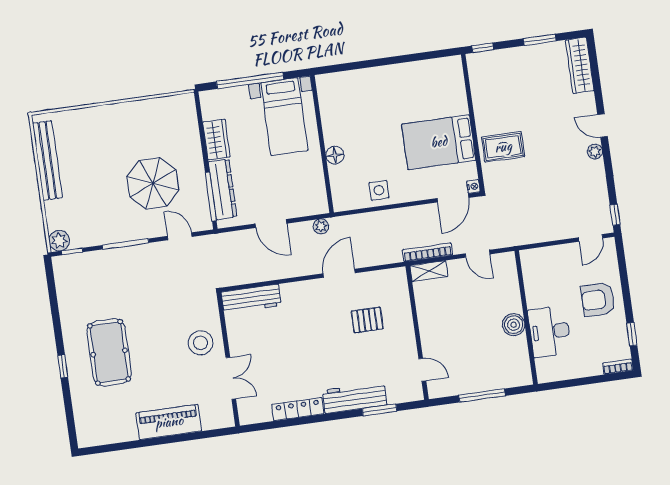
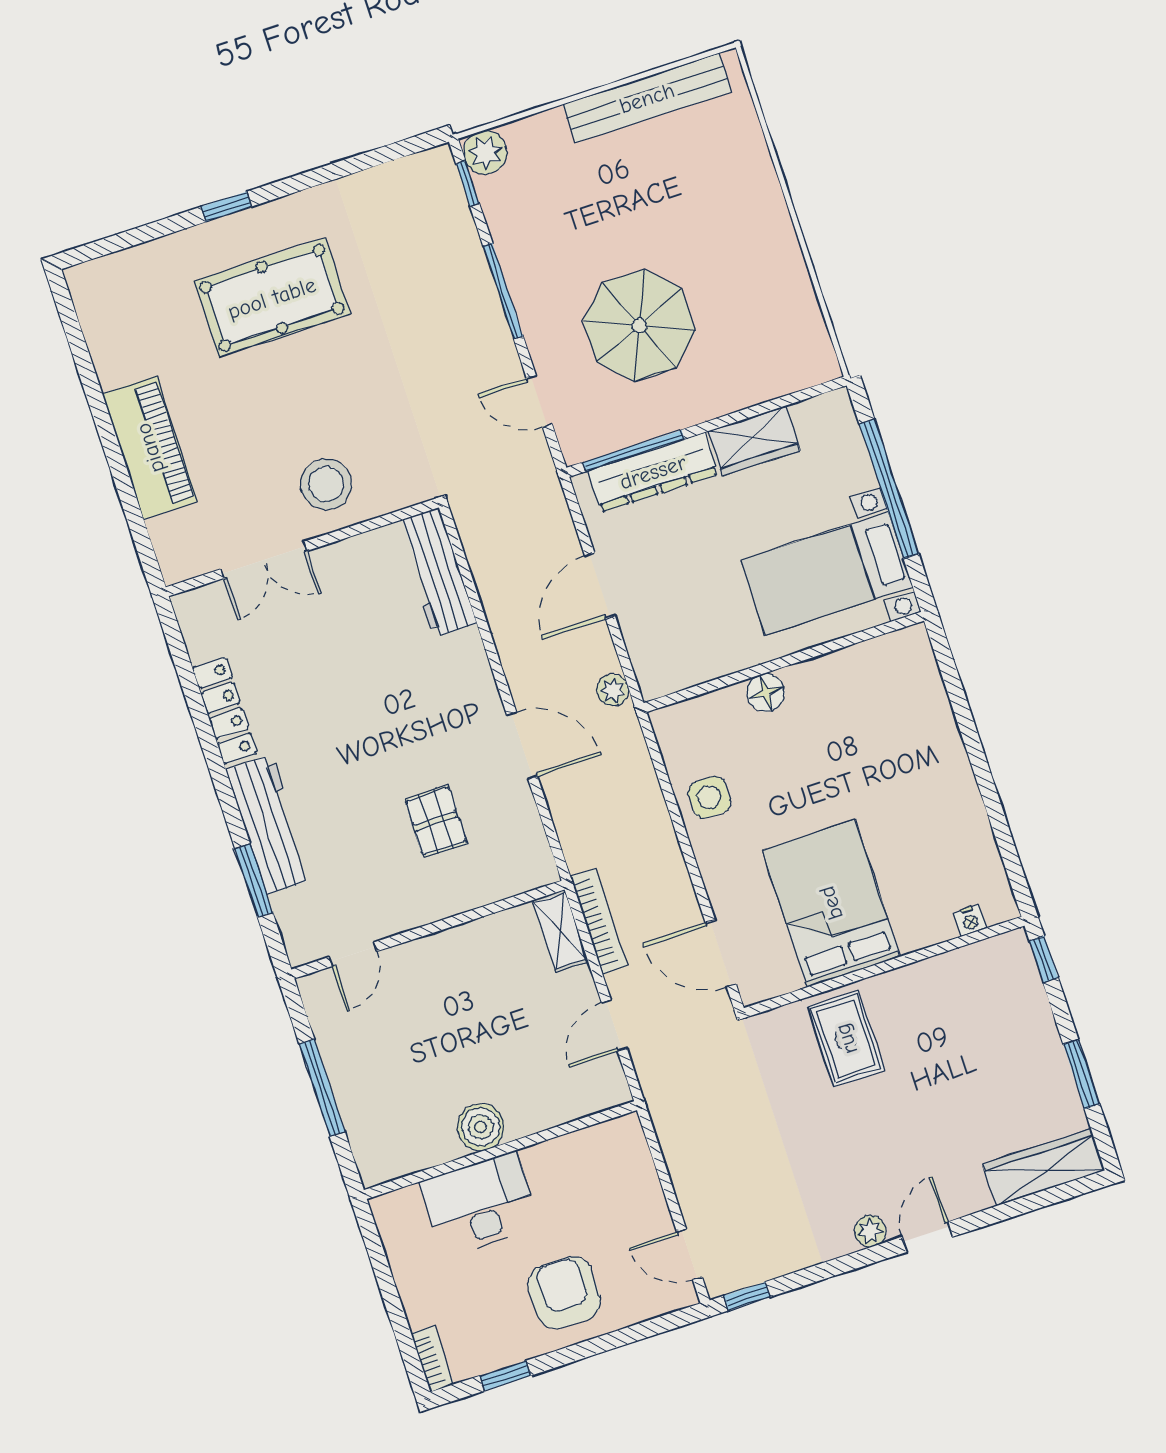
nightstand: (473, 186) -> (970, 920), moved
door: (180, 236) -> (539, 401), swing flipped

